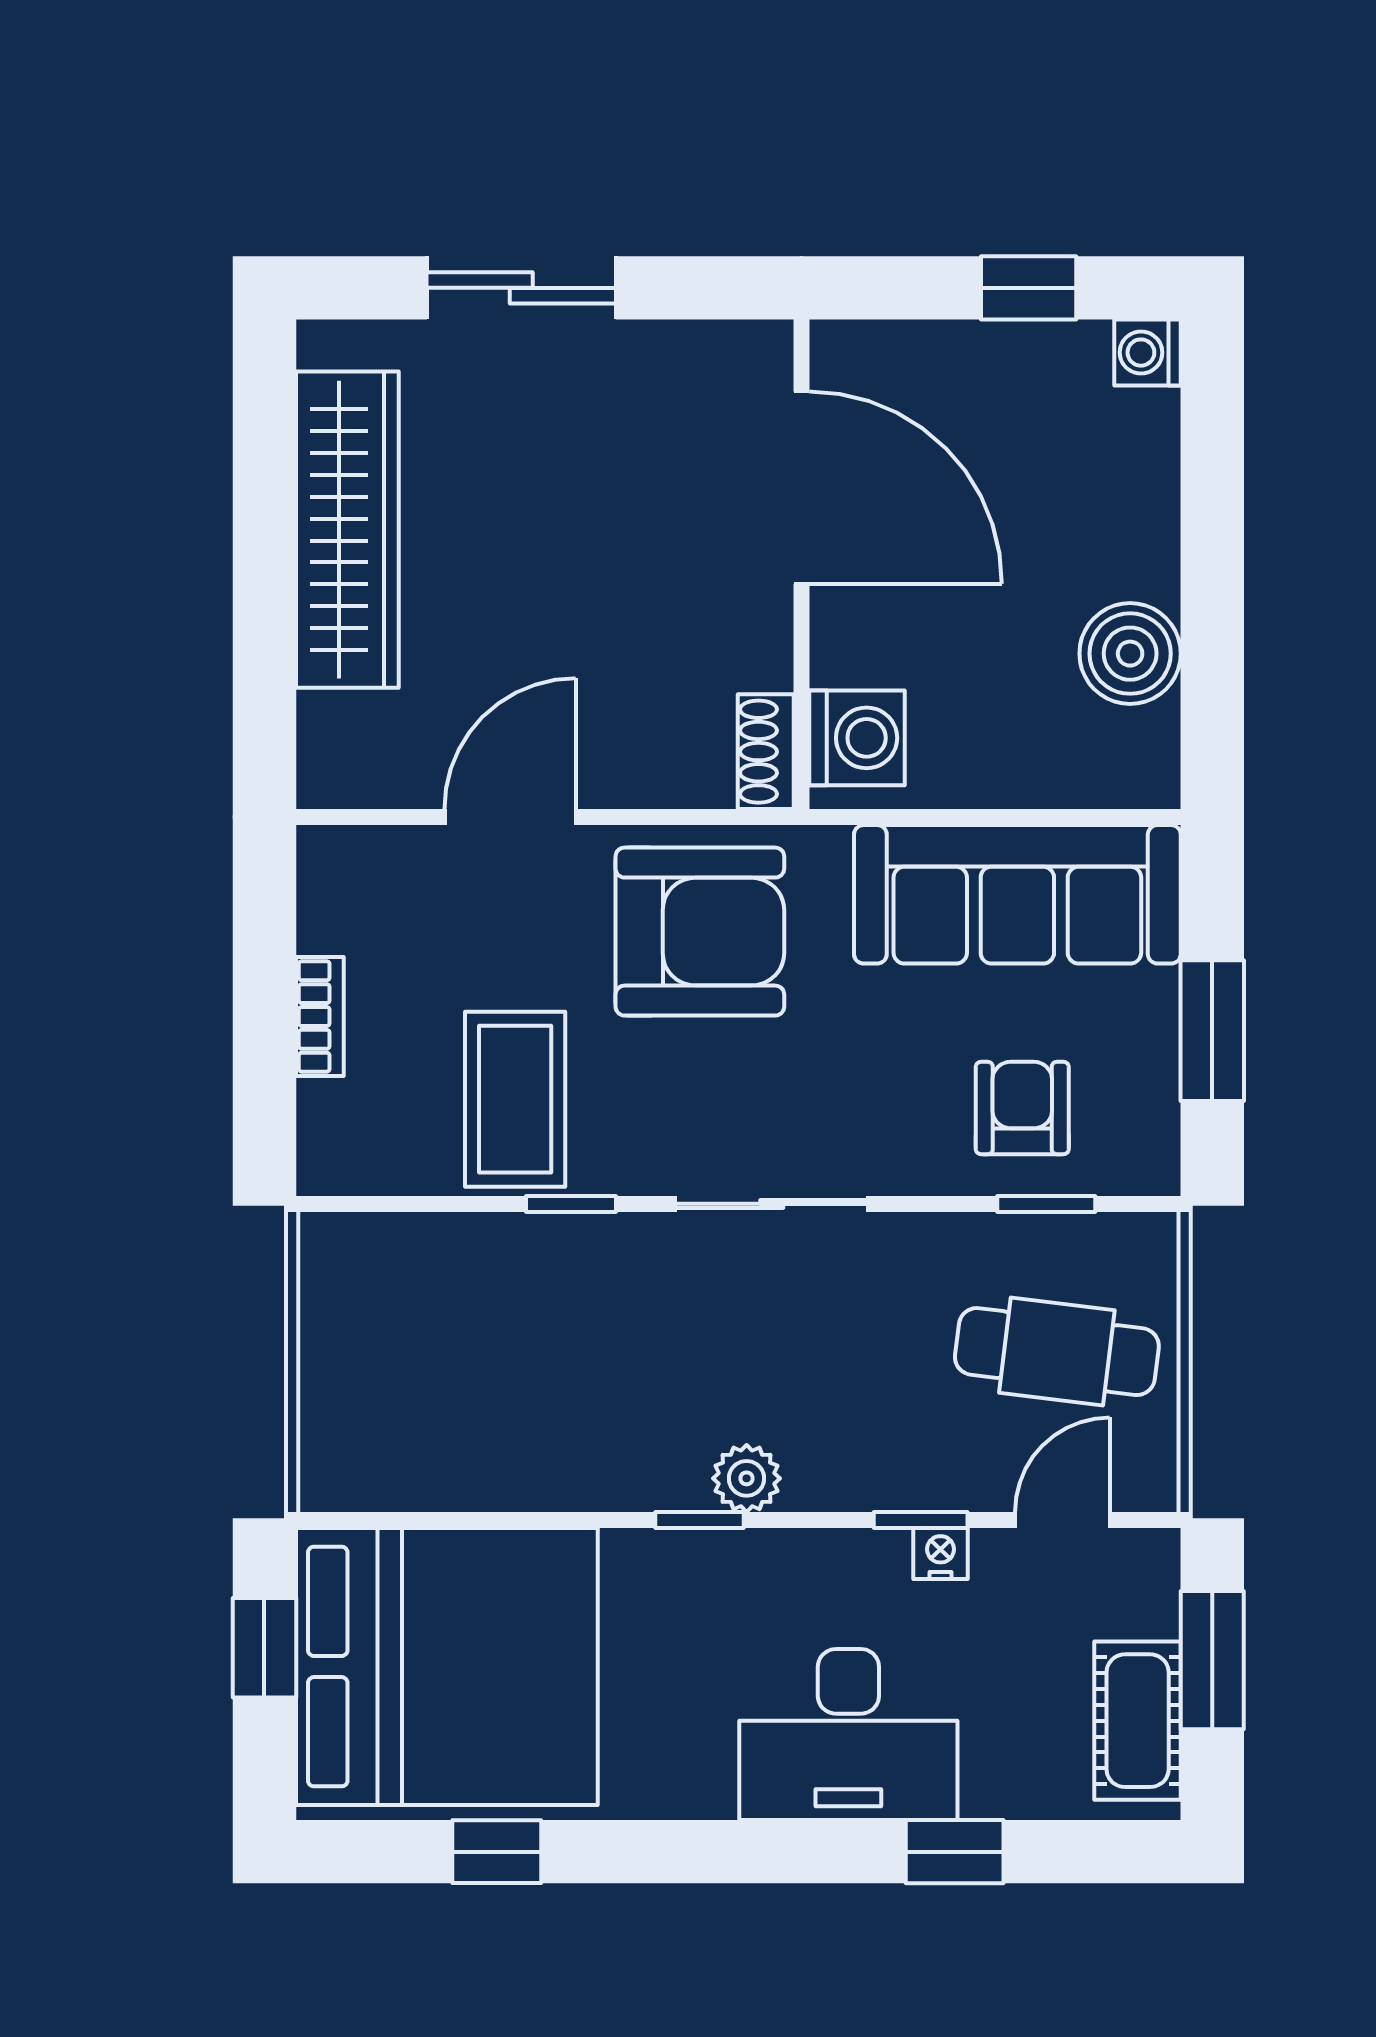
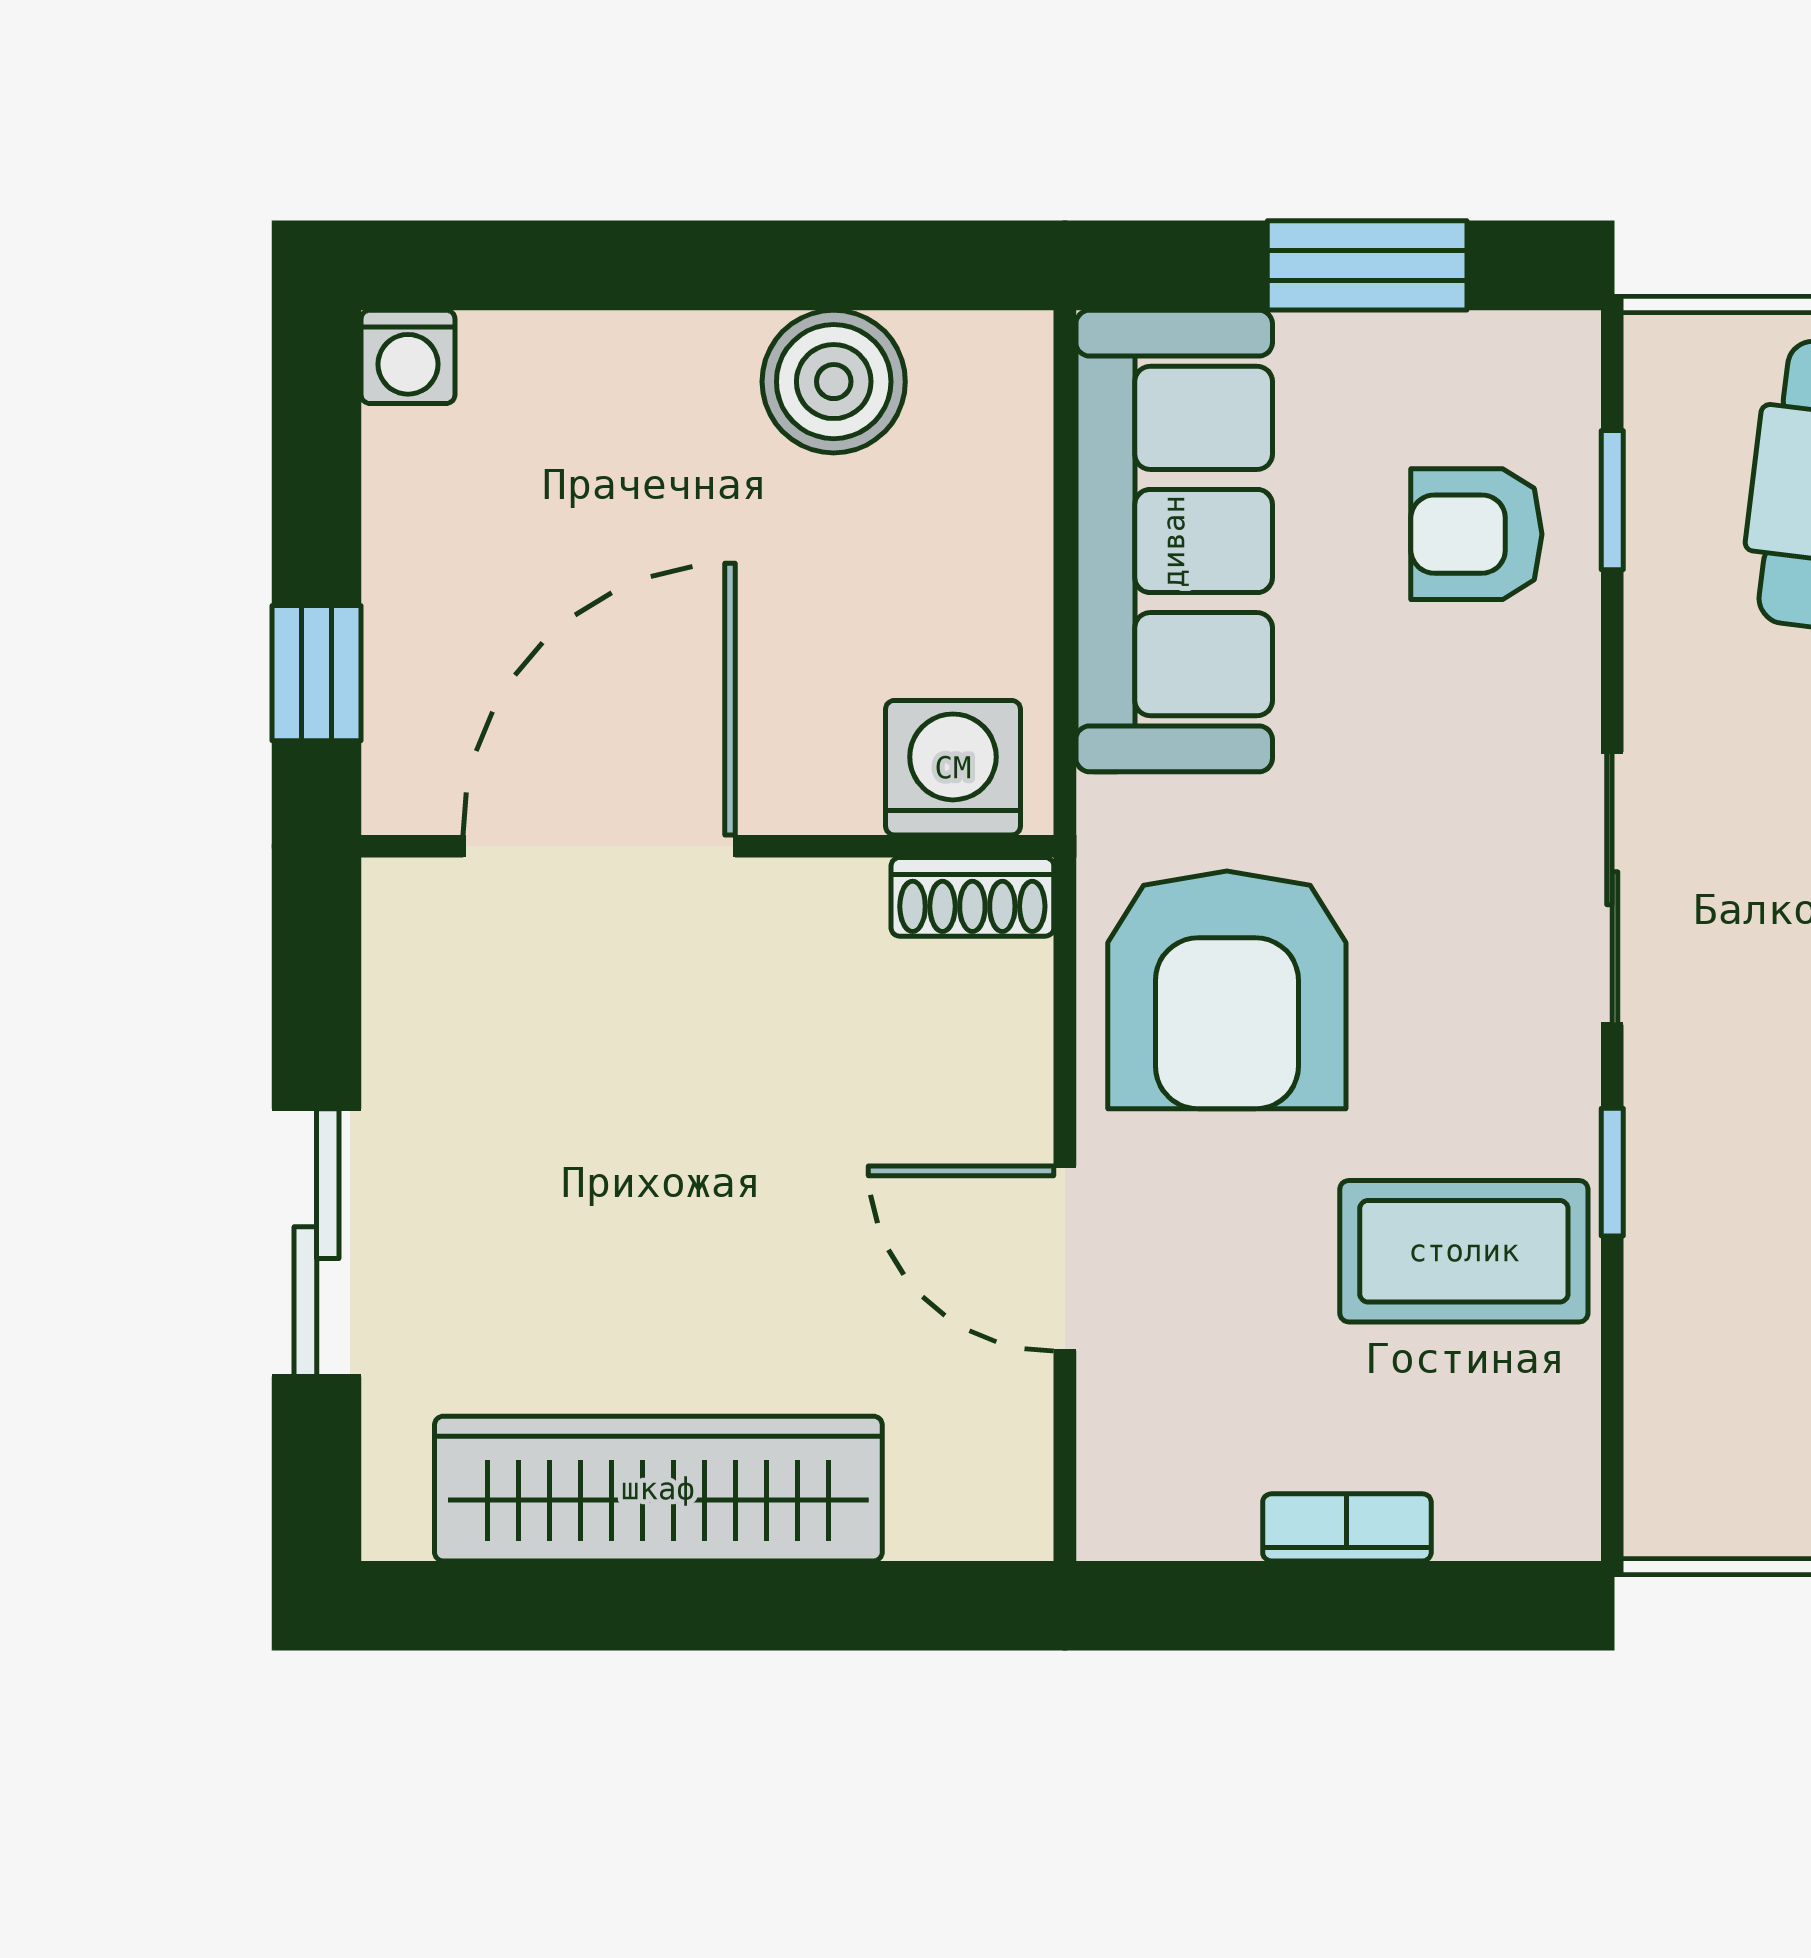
window: (1029, 288) -> (317, 673), moved
armchair: (700, 932) -> (1227, 990), turned 180

